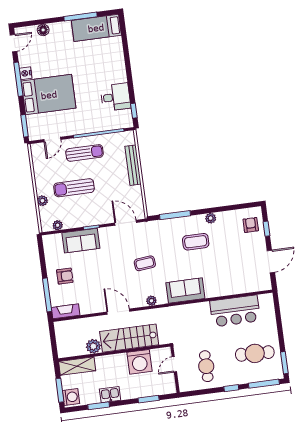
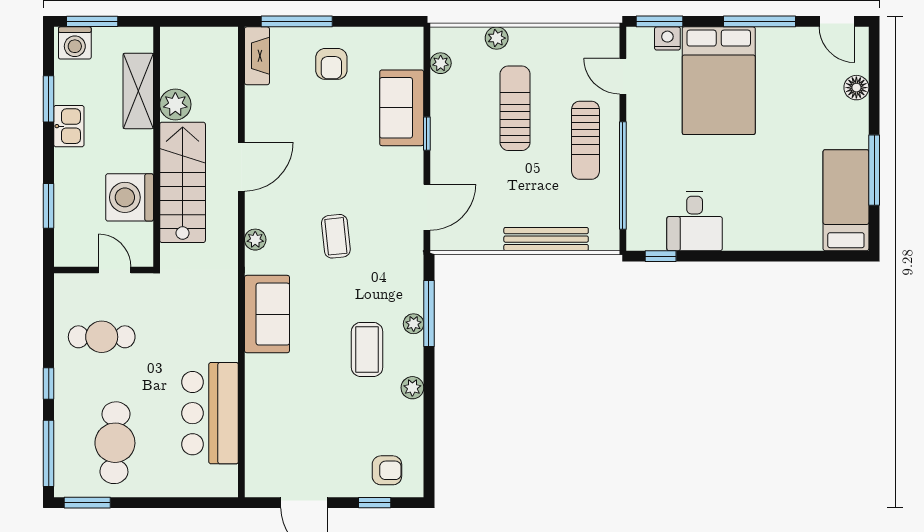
nightstand: (26, 73) -> (667, 38), moved
plant: (181, 222) -> (414, 324), added
shelving: (77, 366) -> (138, 91), moved

